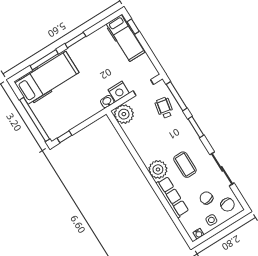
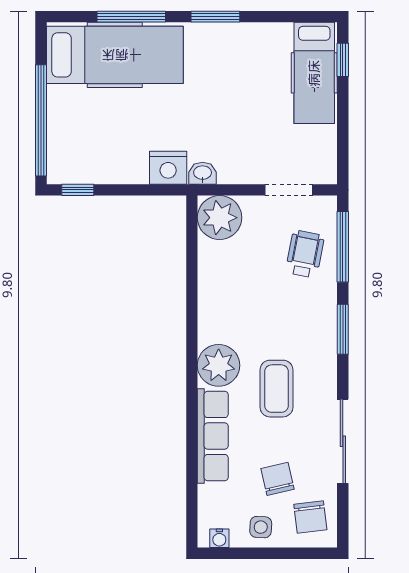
nightstand: (119, 91) -> (168, 168), moved

